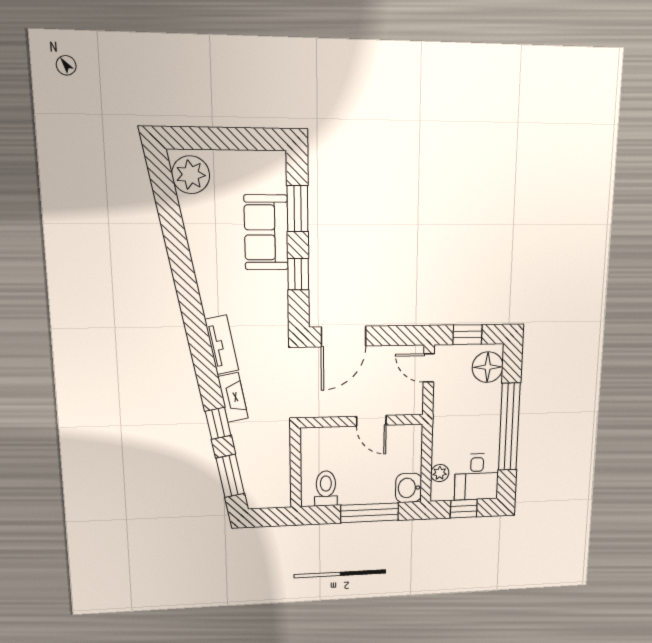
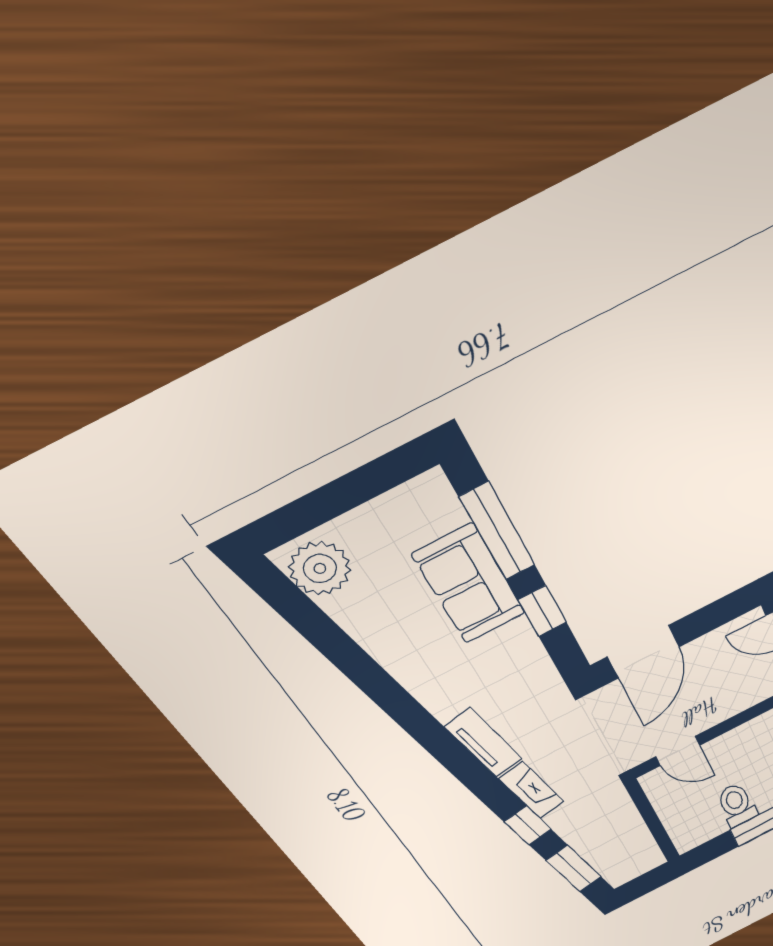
window: (298, 209) -> (498, 532), width x1.44
door: (371, 421) -> (678, 751), moved
toilet: (326, 488) -> (737, 805), moved

